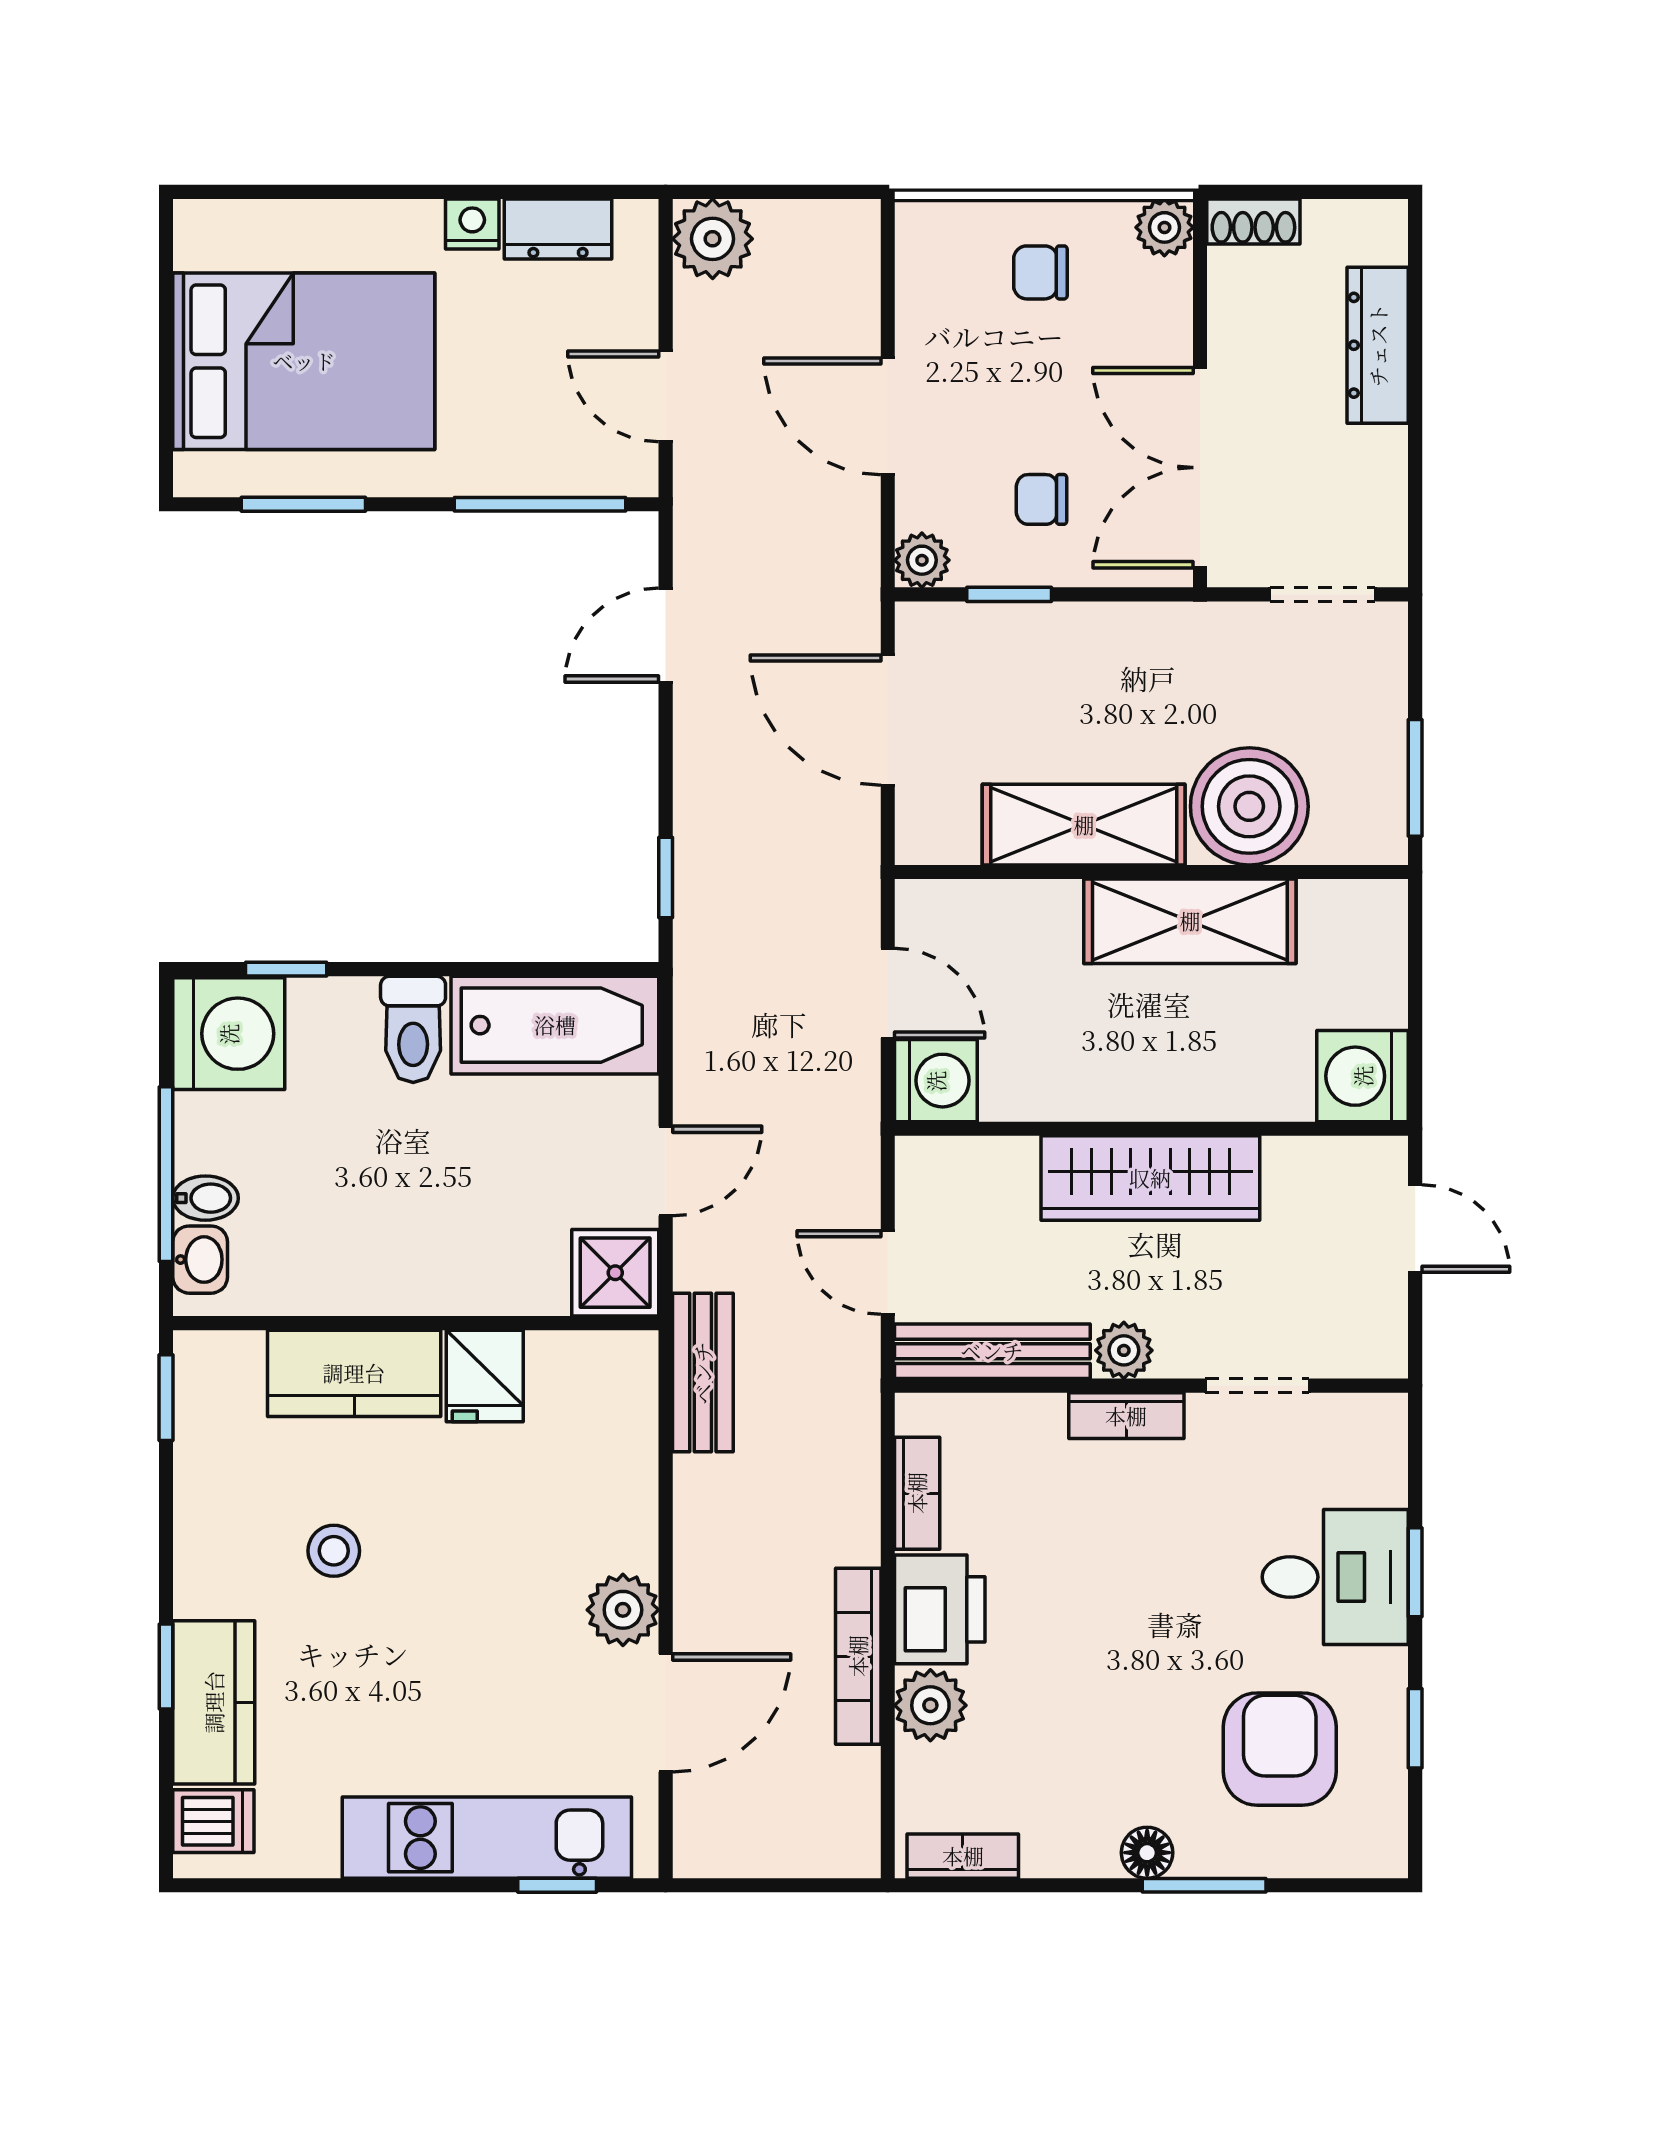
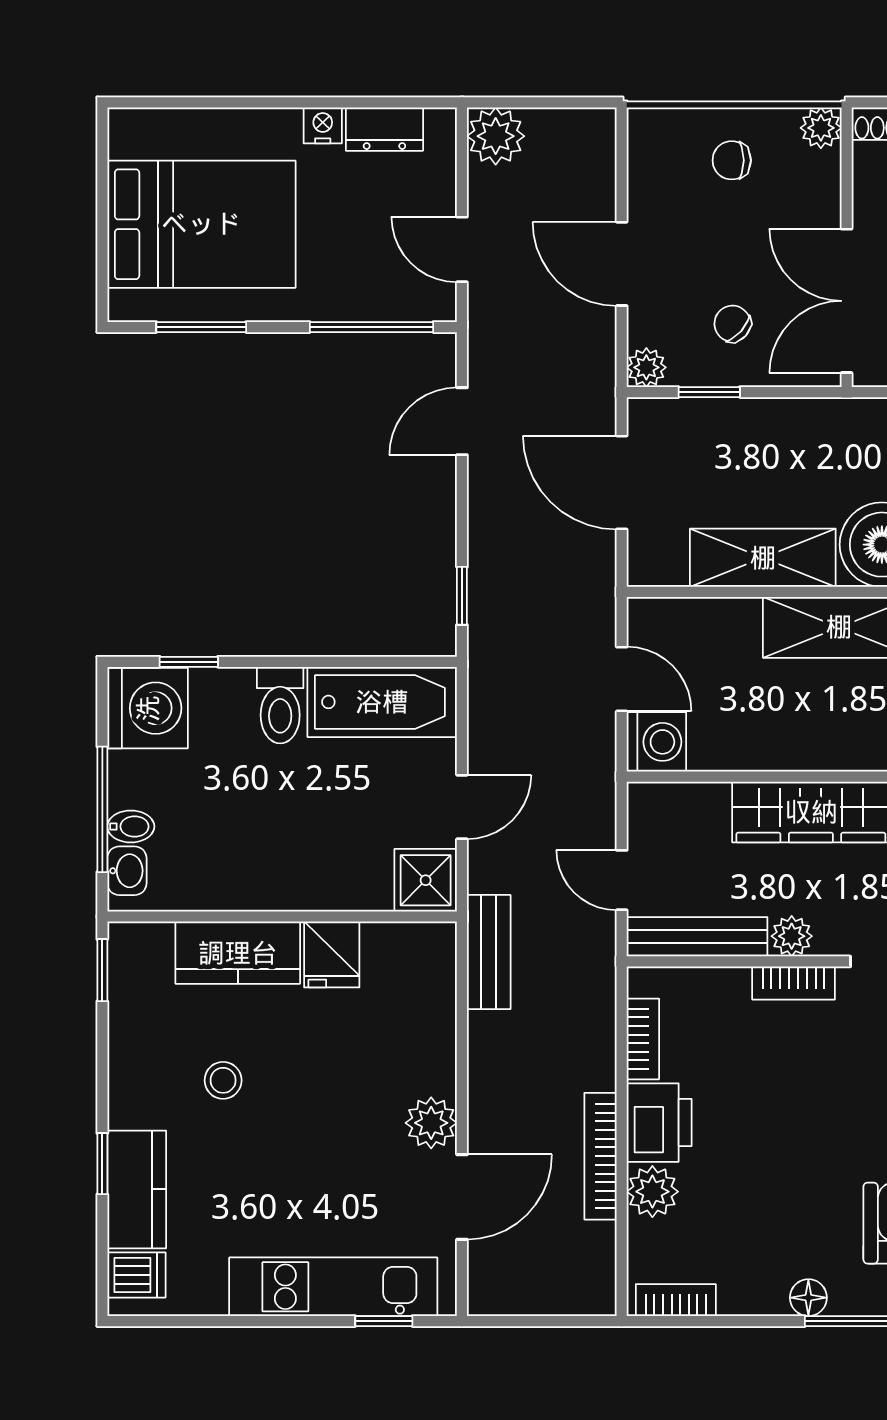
chair: (1042, 499) -> (732, 324), turned 42

